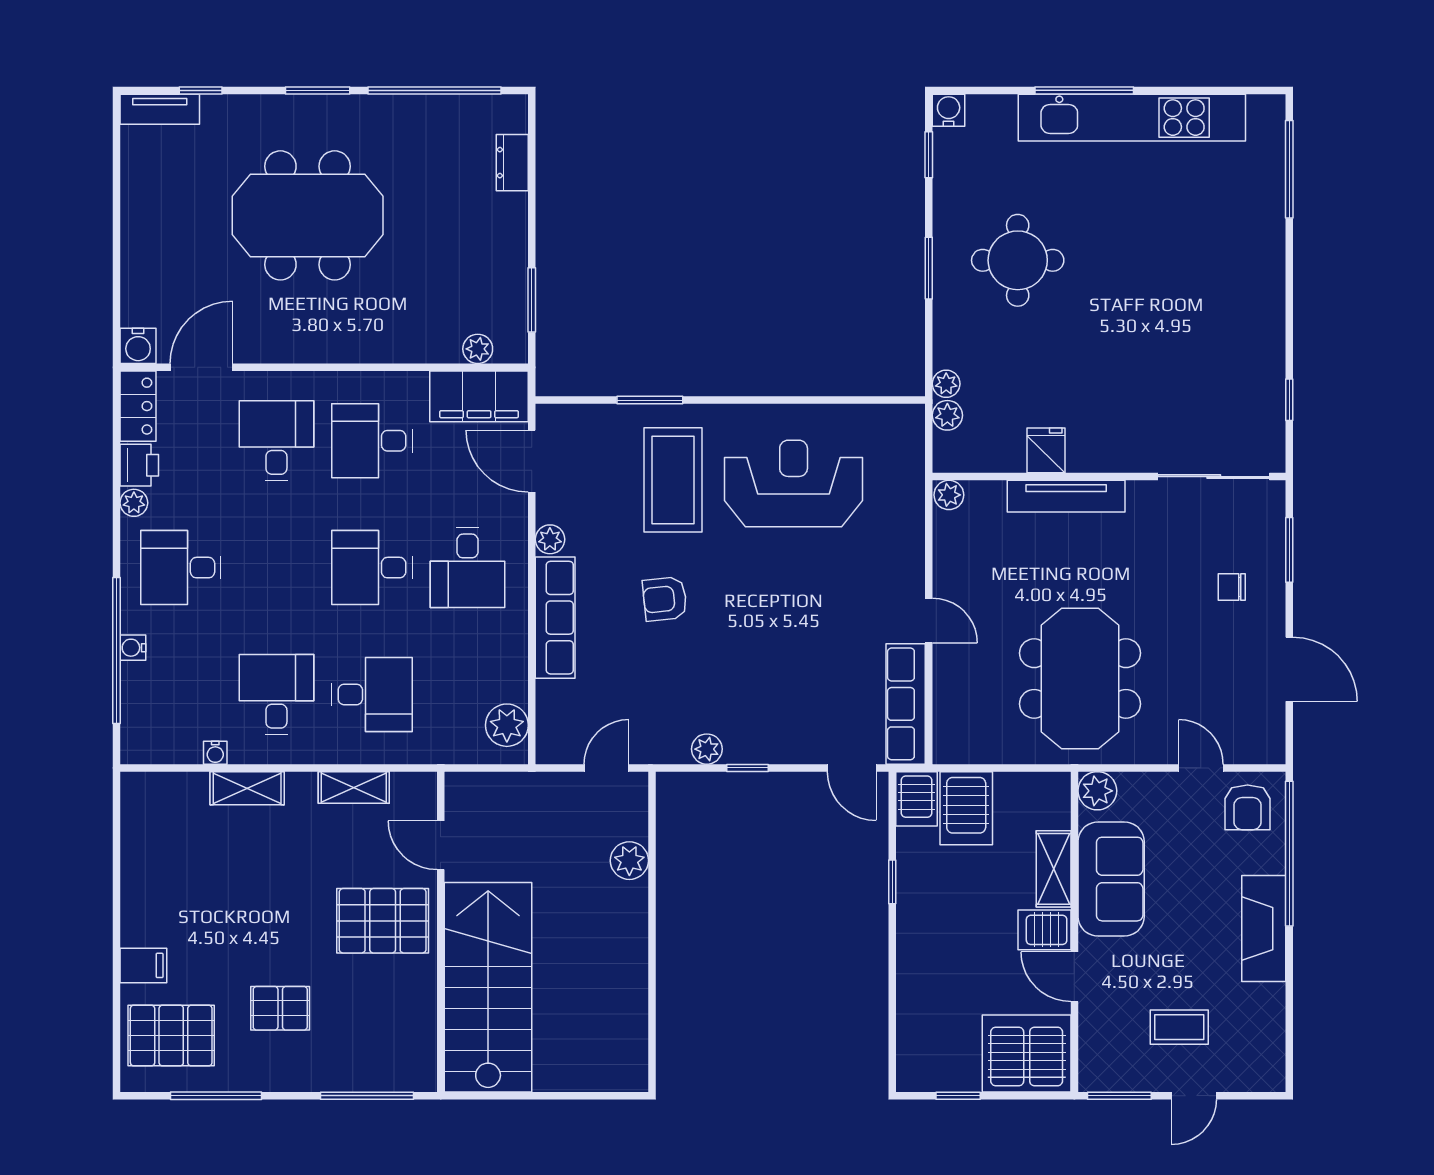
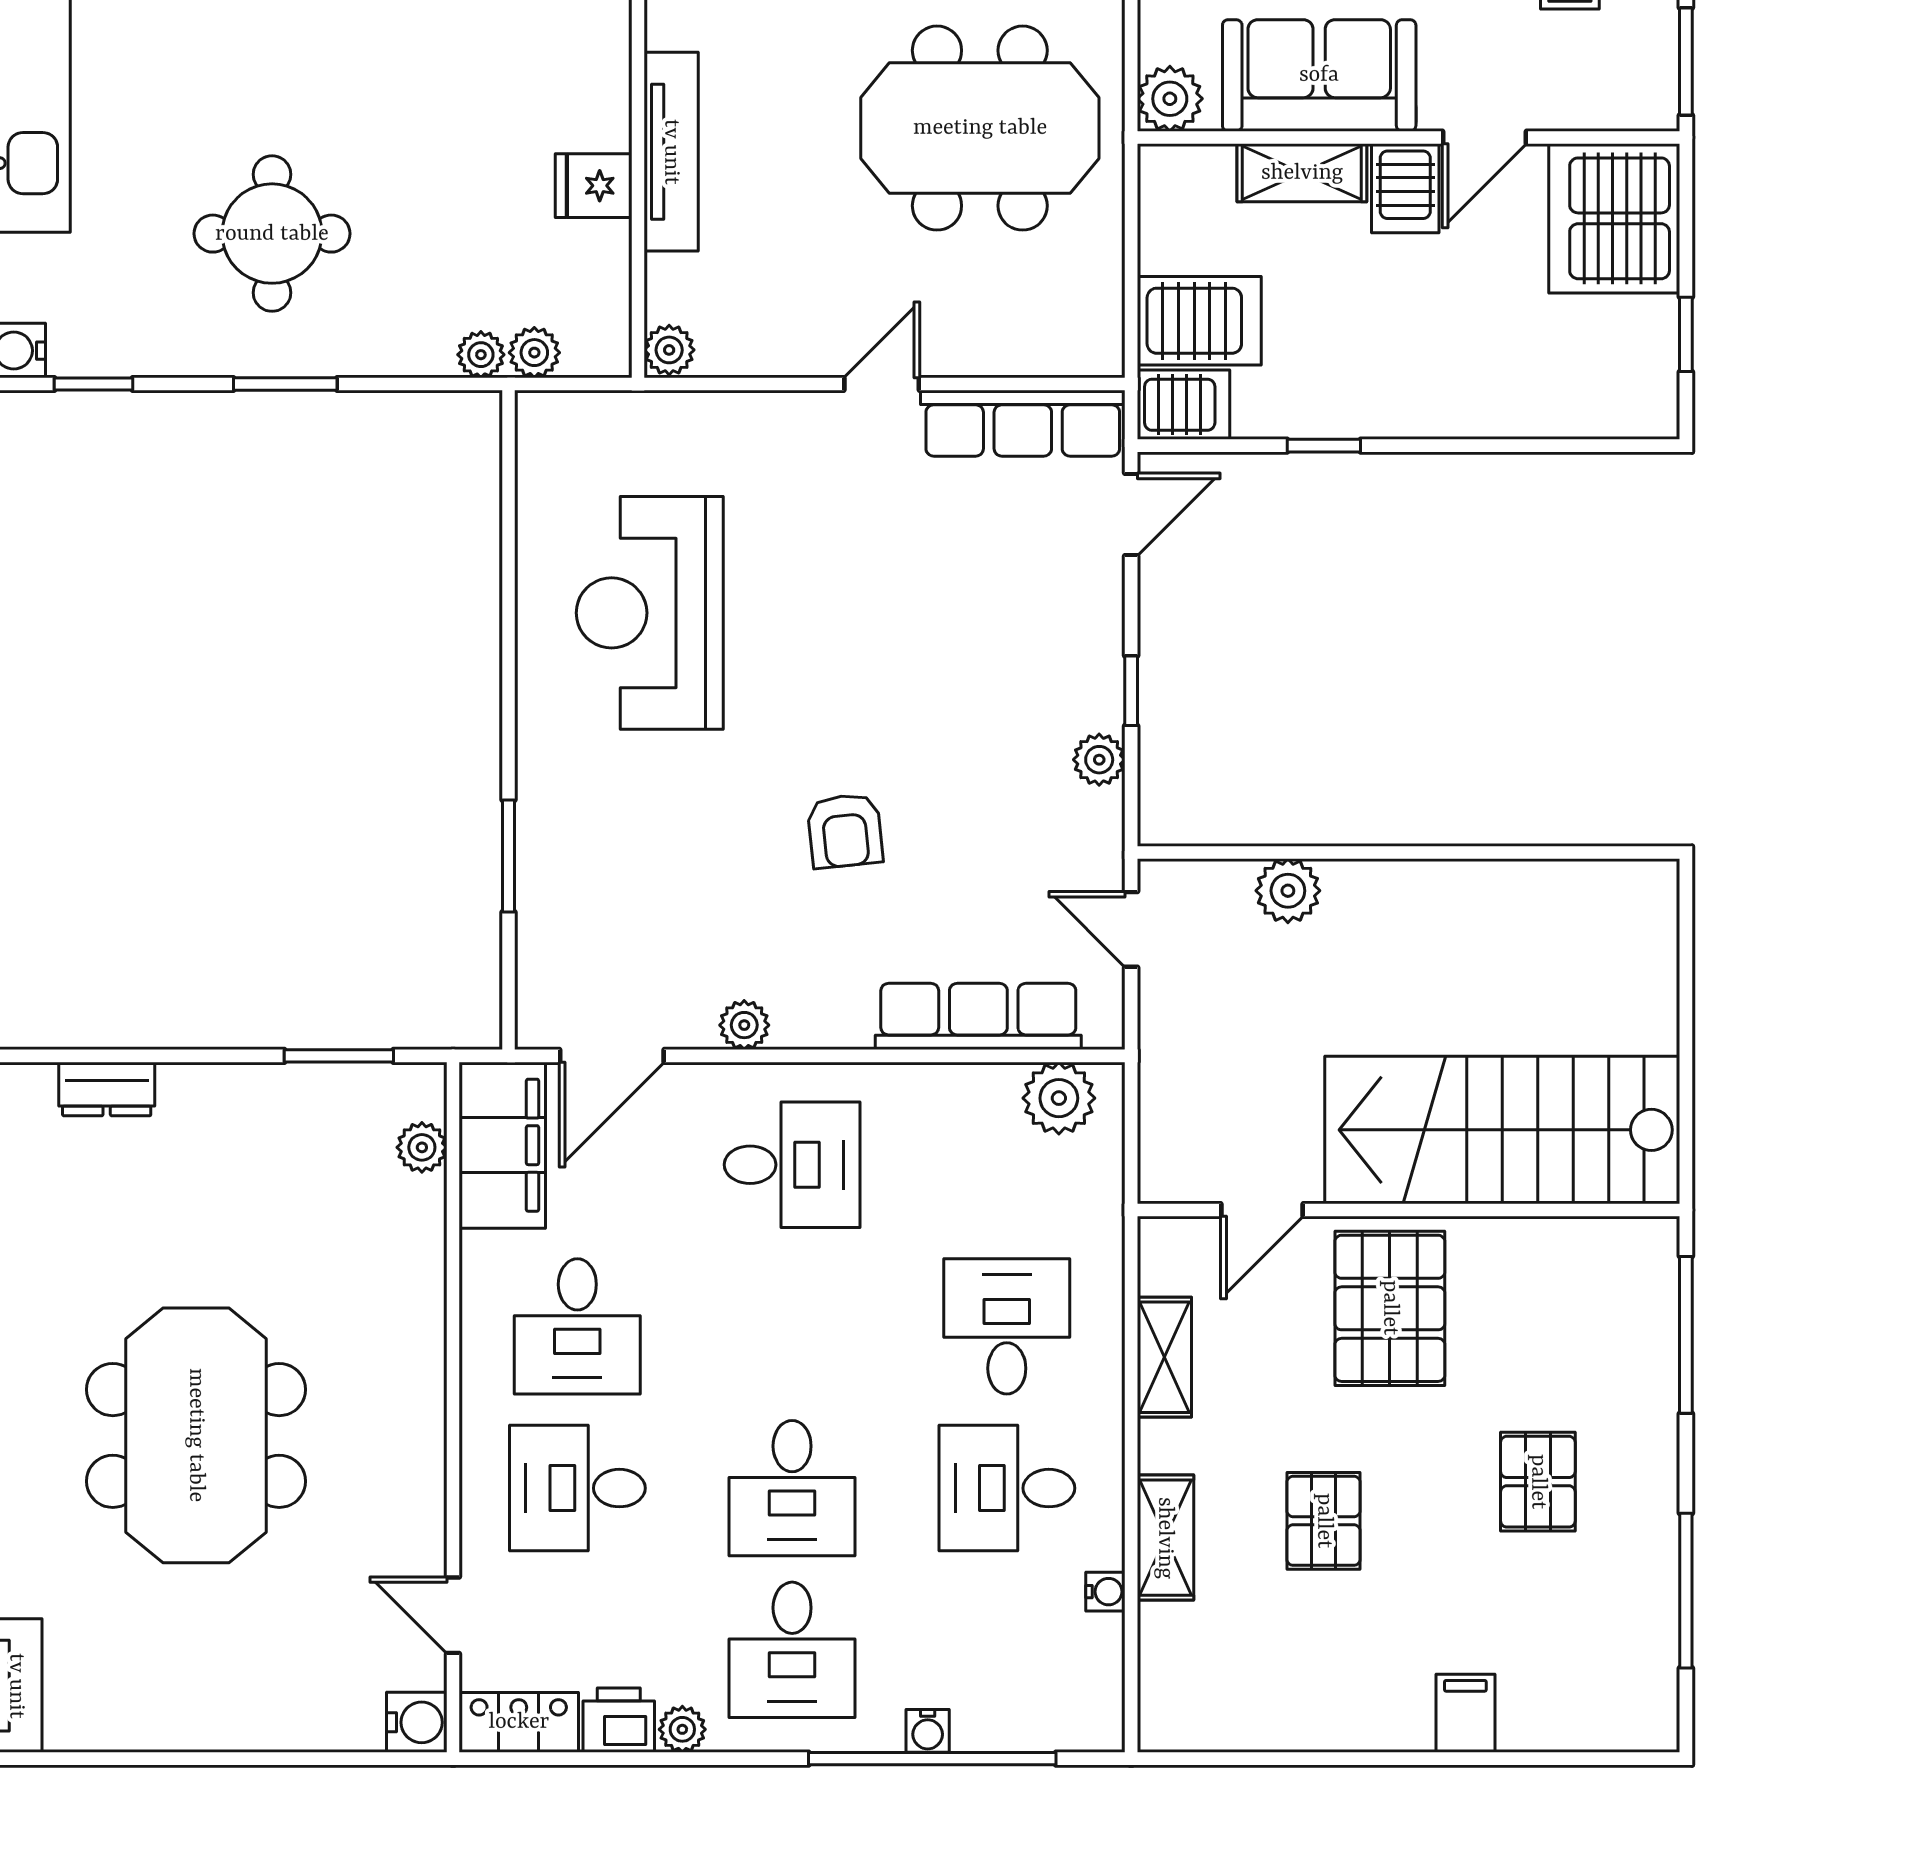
door: (201, 367) -> (453, 1615), width x0.73
coffee table: (673, 480) -> (644, 817), removed
desk: (372, 568) -> (792, 1488), moved
row of seats: (555, 618) -> (978, 1016), moved
pallet: (171, 1036) -> (1324, 1521), moved, width x0.67, depth x0.71

